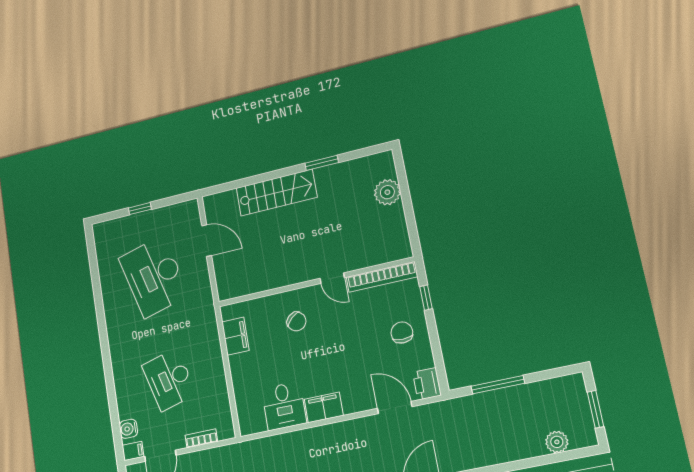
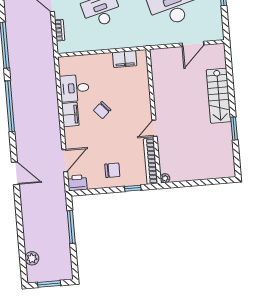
plant: (387, 192) -> (165, 178), moved, width x0.53, depth x0.53
chair: (296, 321) -> (102, 110), moved

